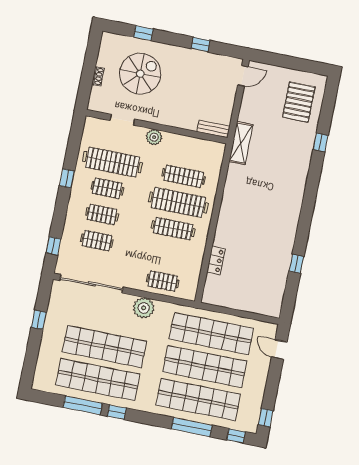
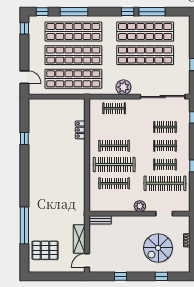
pallet: (299, 102) -> (45, 250), turned 90
window: (321, 142) -> (24, 225), width x3.17
shelving: (241, 143) -> (79, 239), moved

